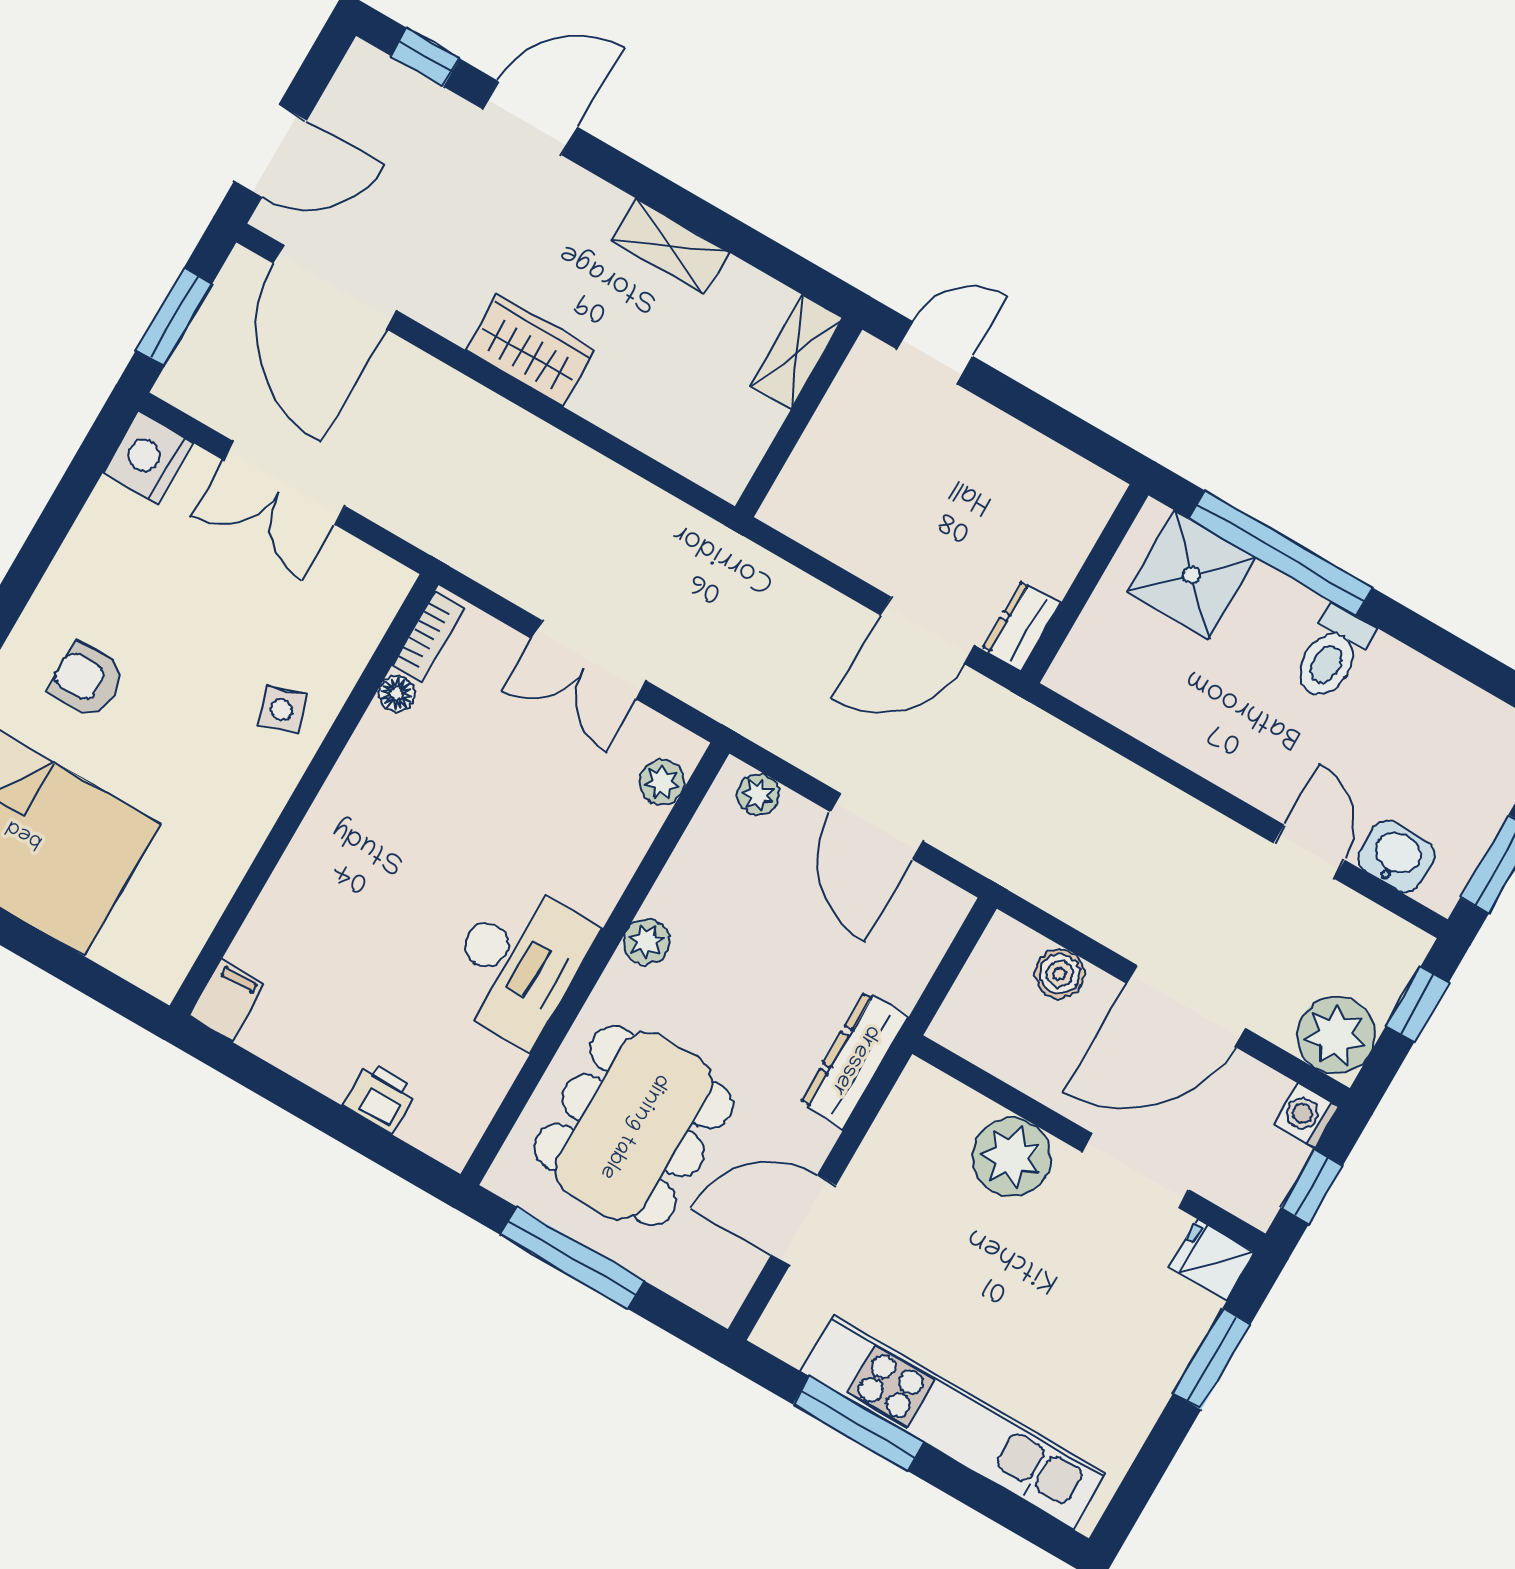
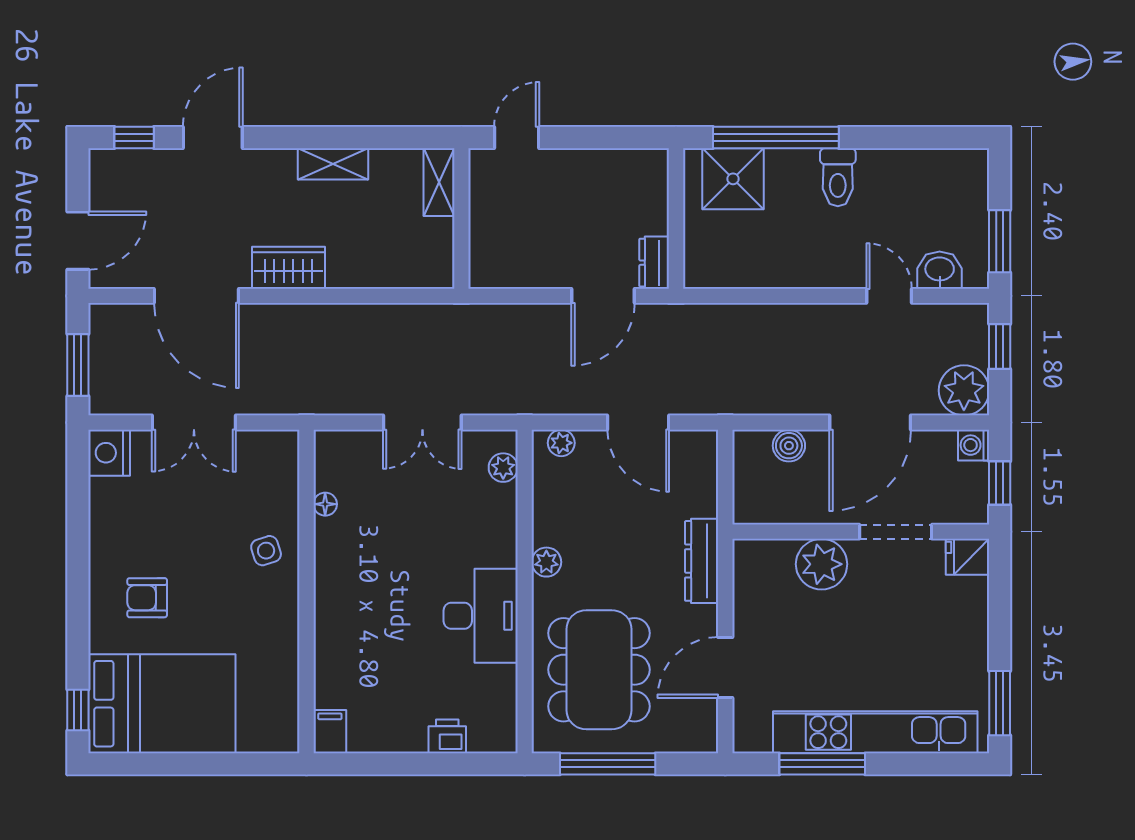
door: (335, 287) -> (196, 296), moved
bookcase: (428, 637) -> (325, 462), removed
window: (1212, 1359) -> (1000, 703), moved

